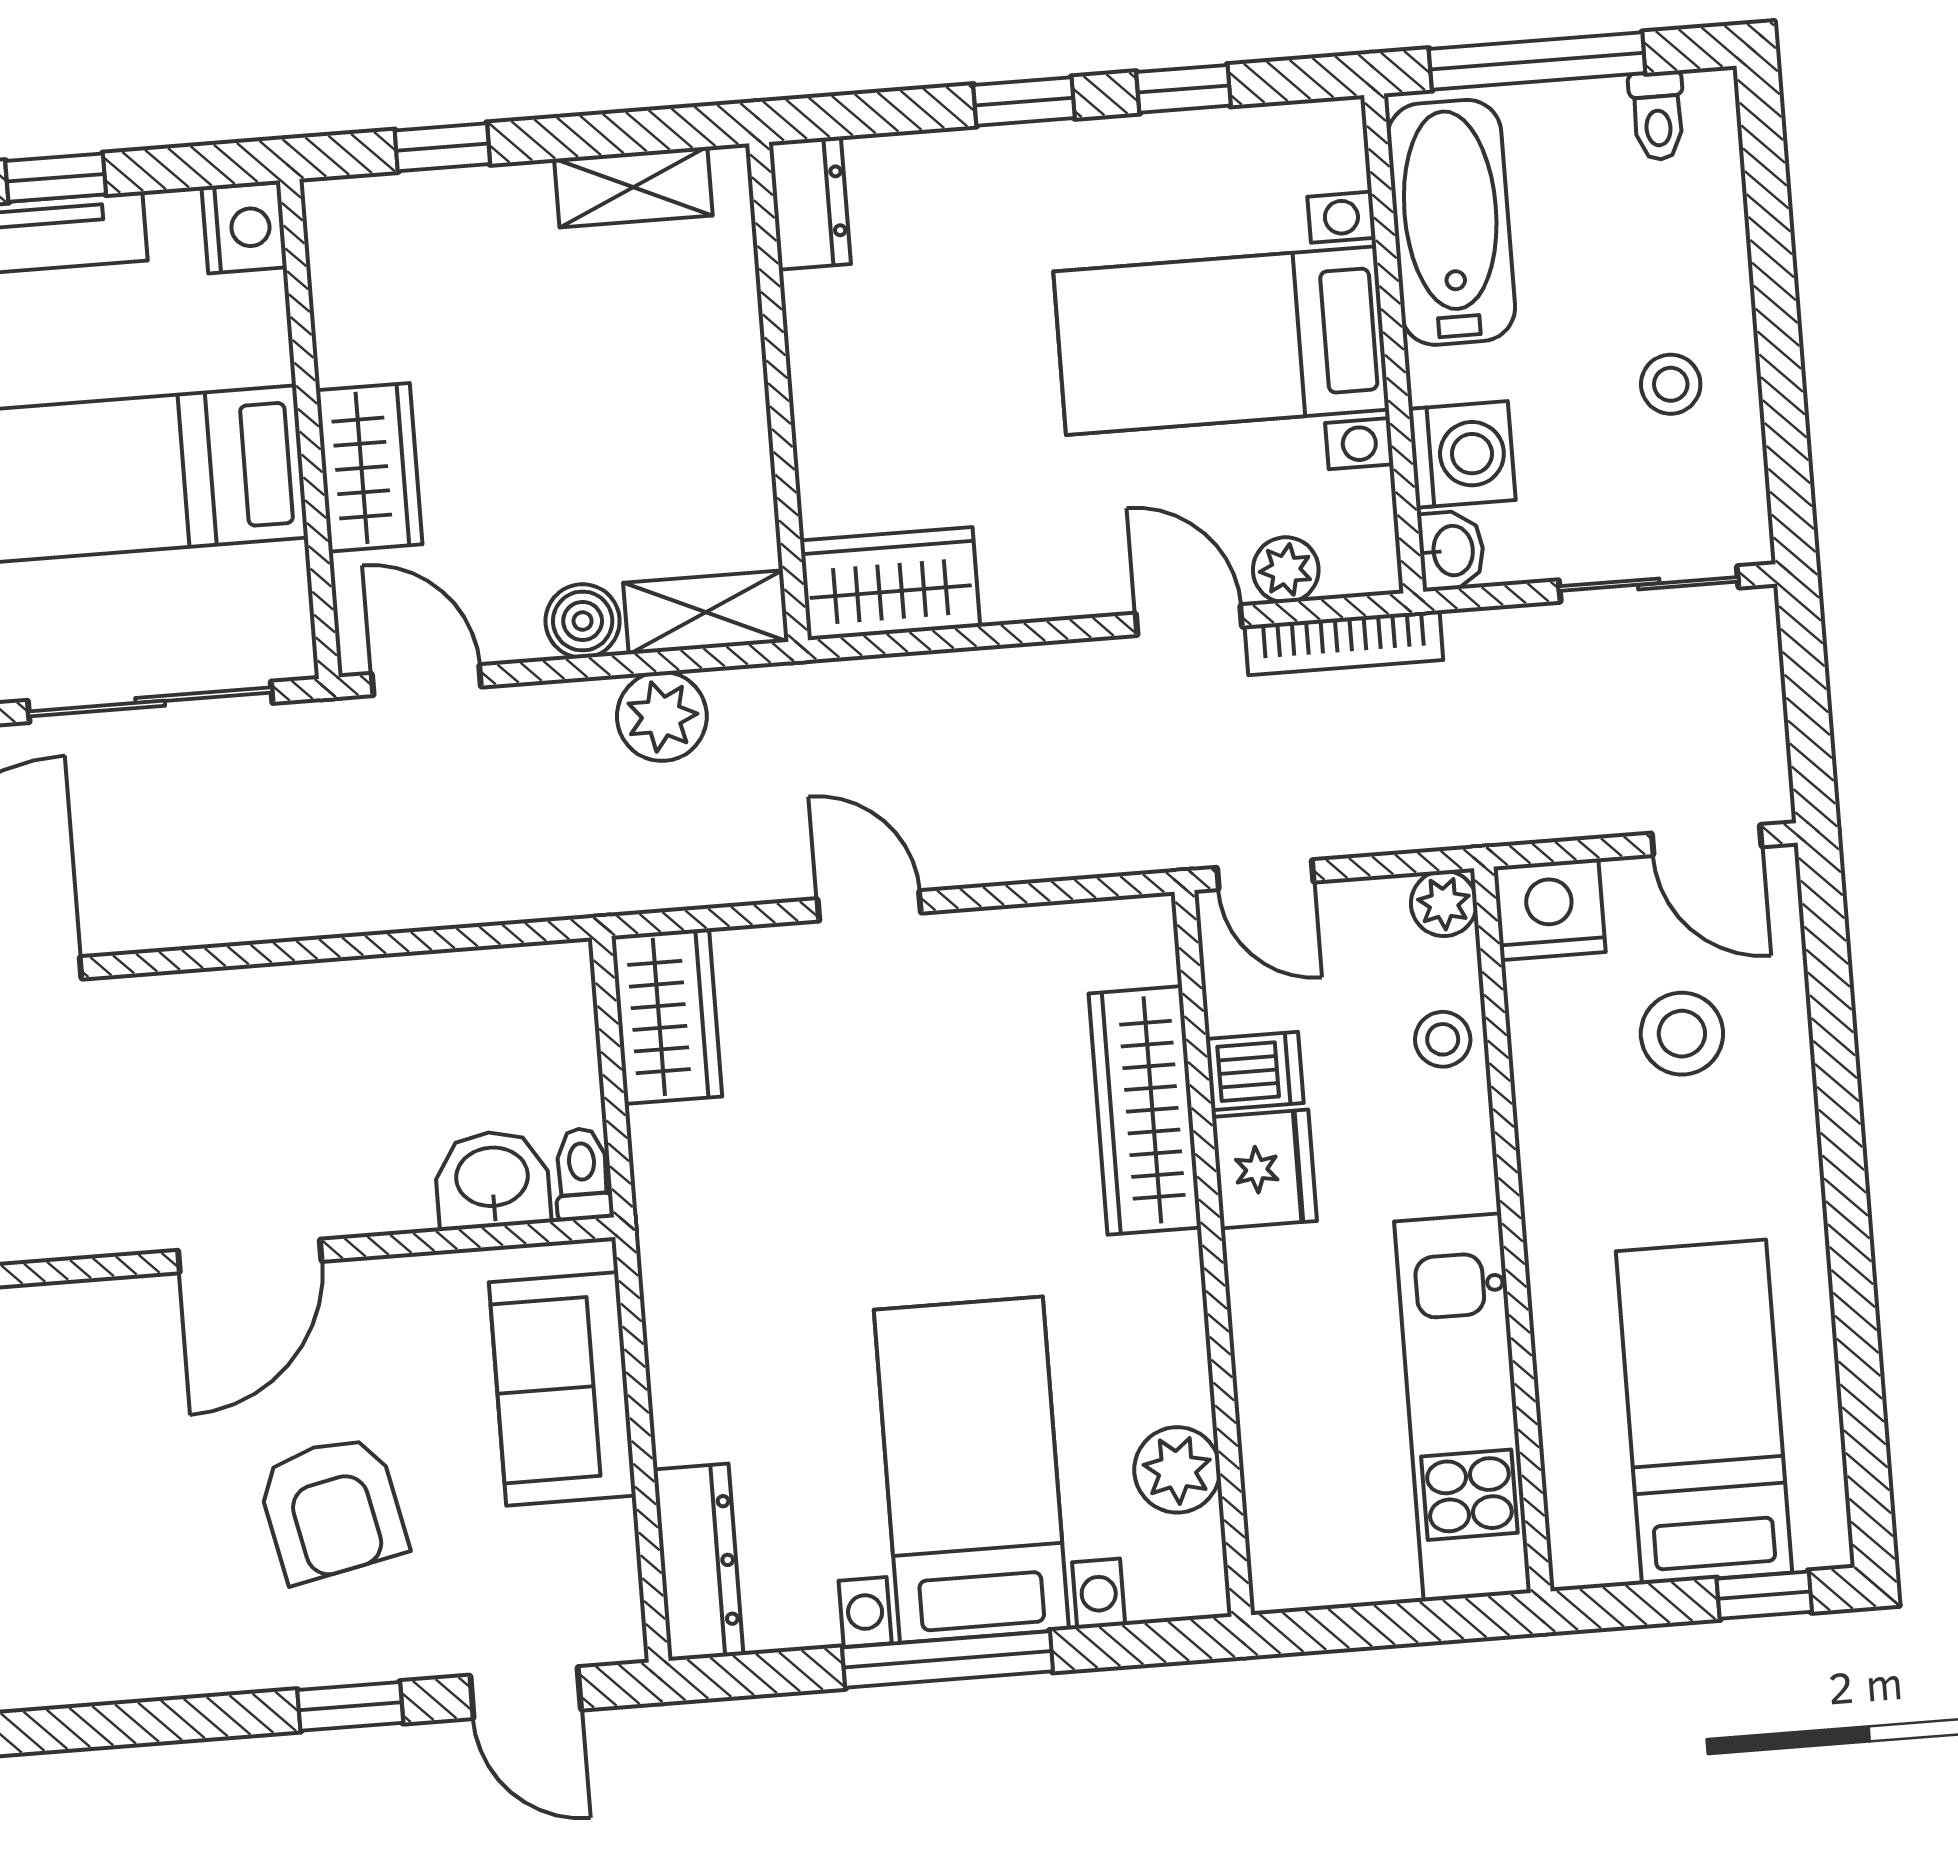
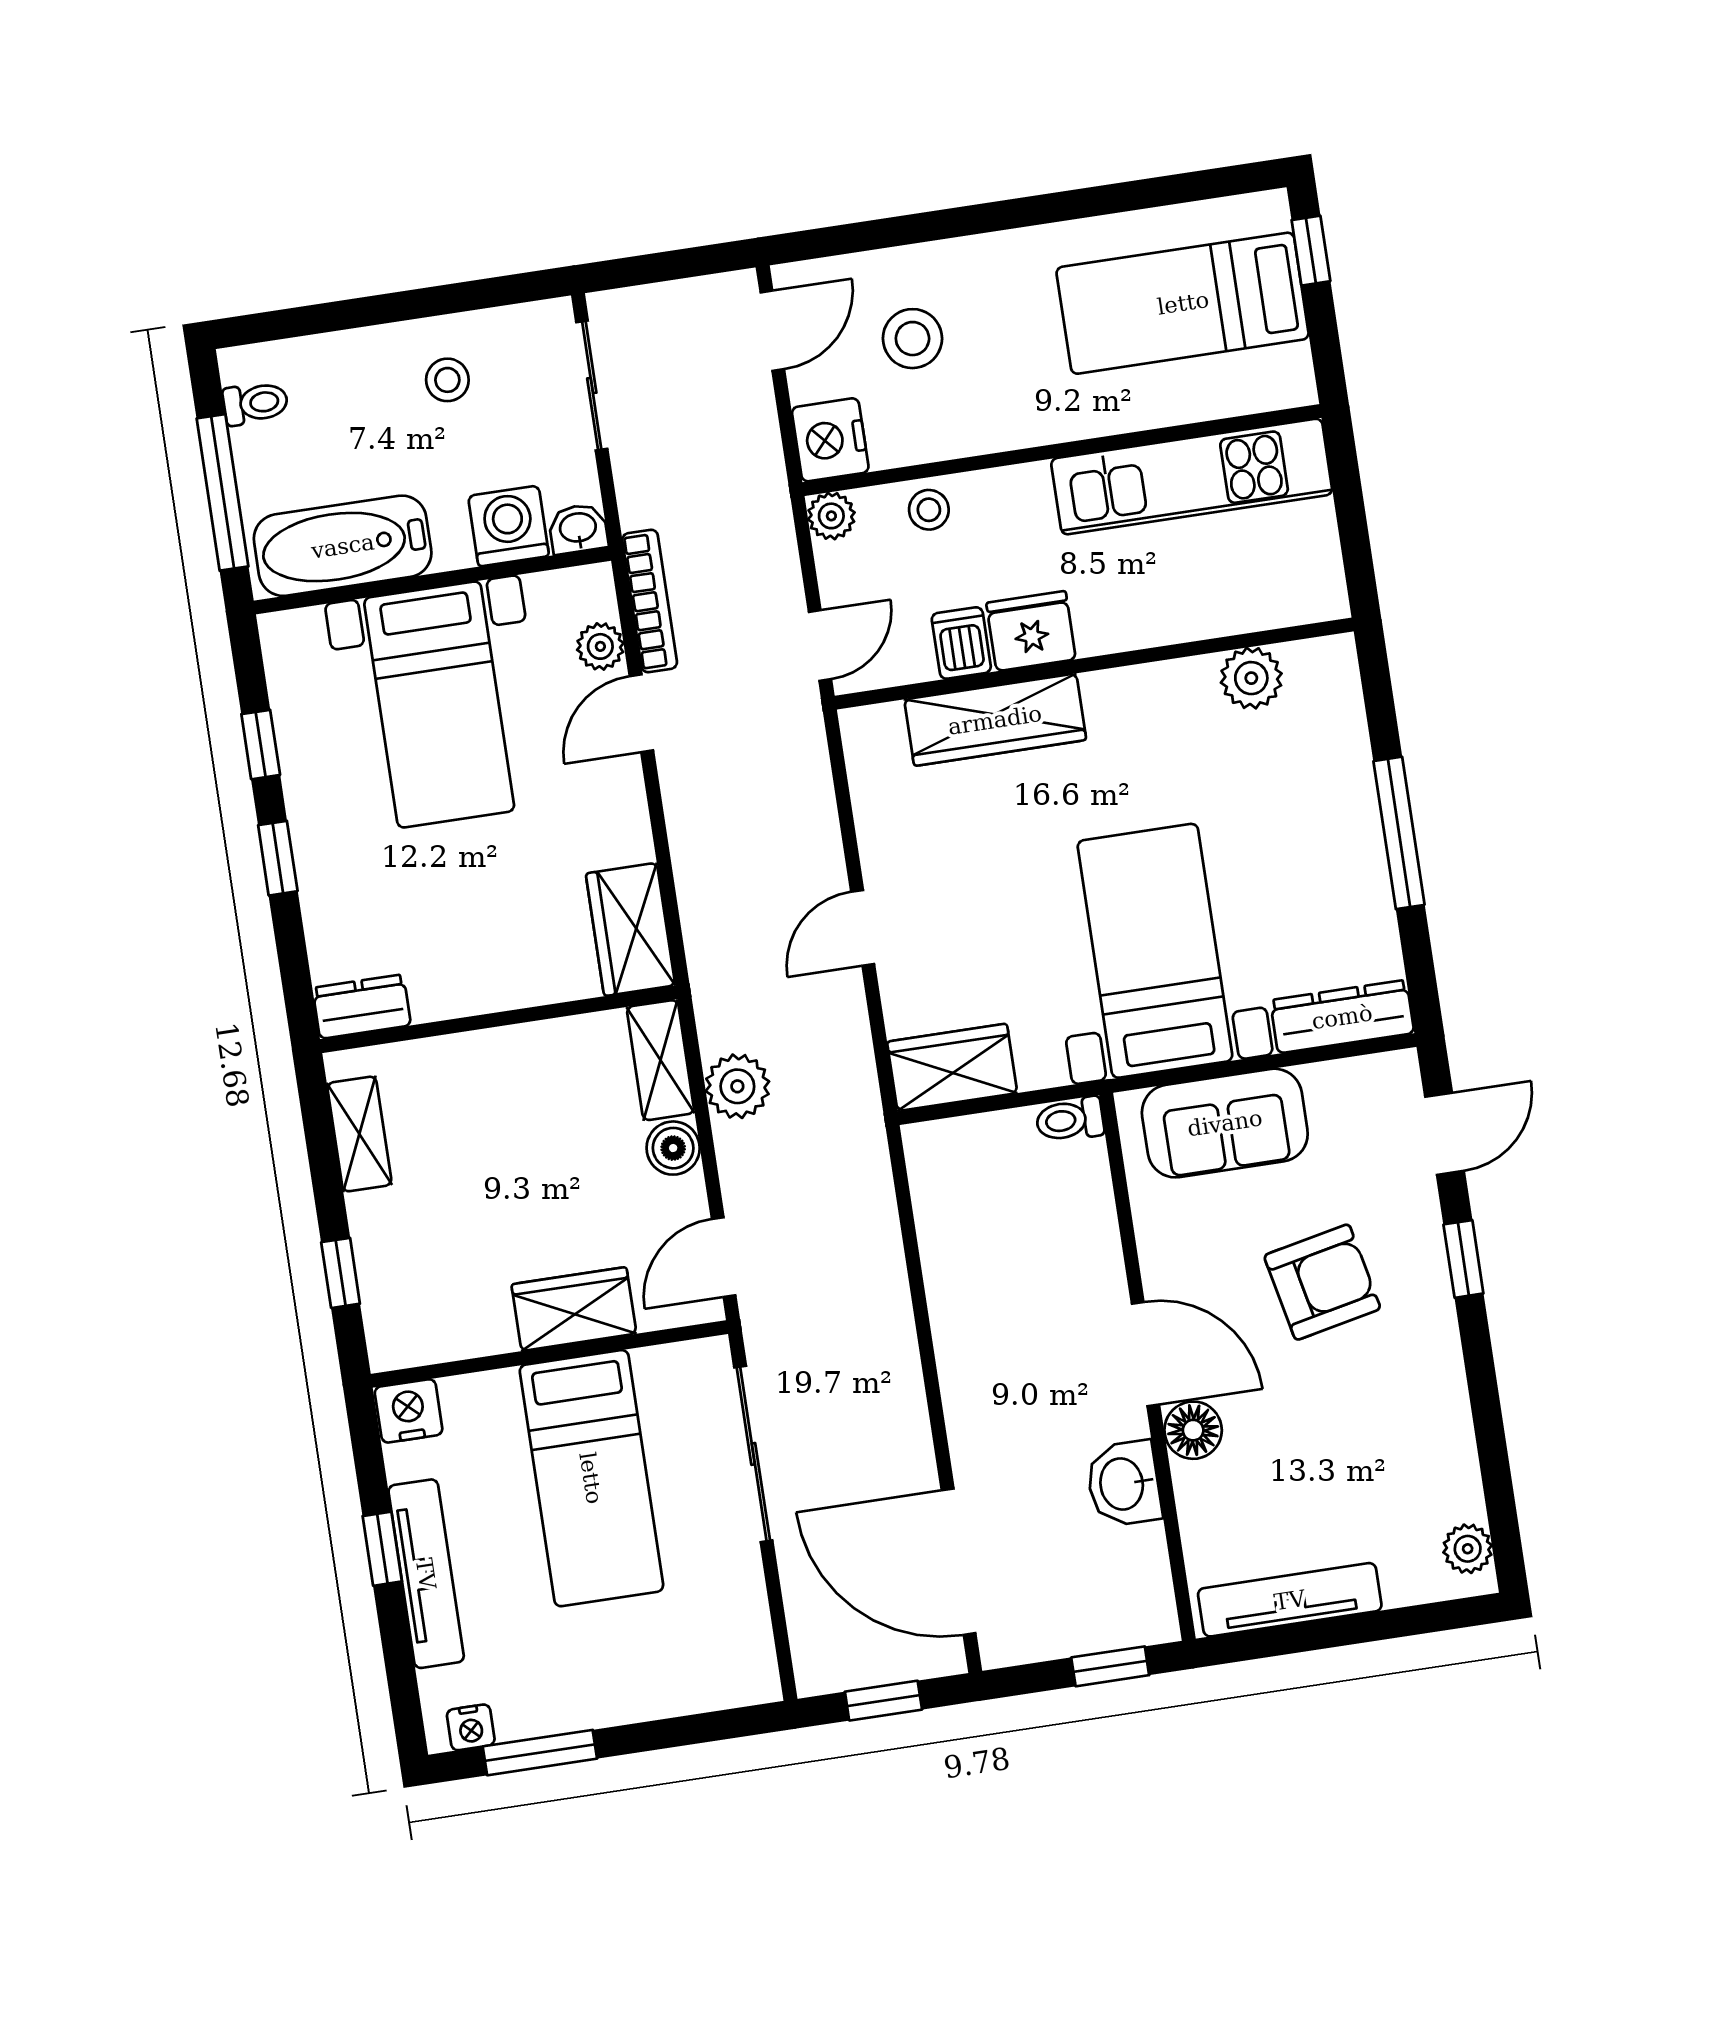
washbasin: (492, 1180) -> (1124, 1484), moved
floor lamp: (139, 1314) -> (1193, 1430), added
bed with nightstands: (971, 1470) -> (1155, 951), moved, turned 90

